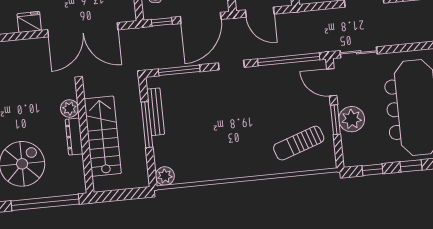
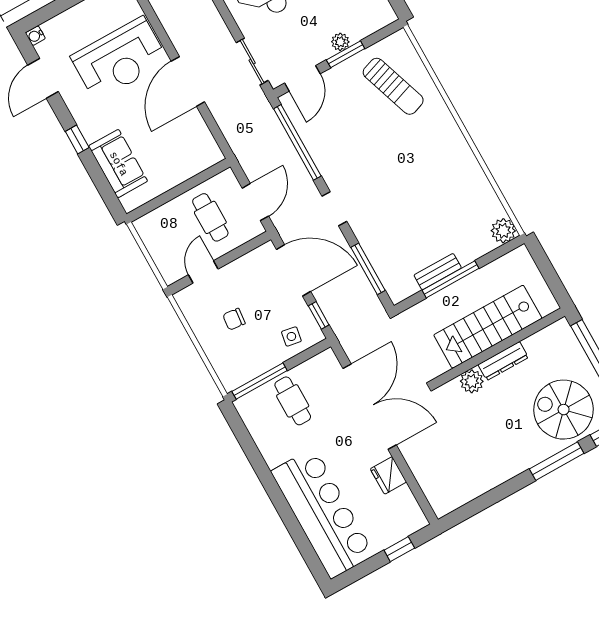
bench: (156, 112) -> (438, 272), width x0.73
plant: (352, 119) -> (340, 42), width x0.53, depth x0.53

